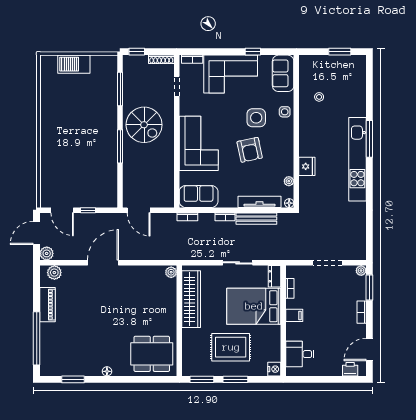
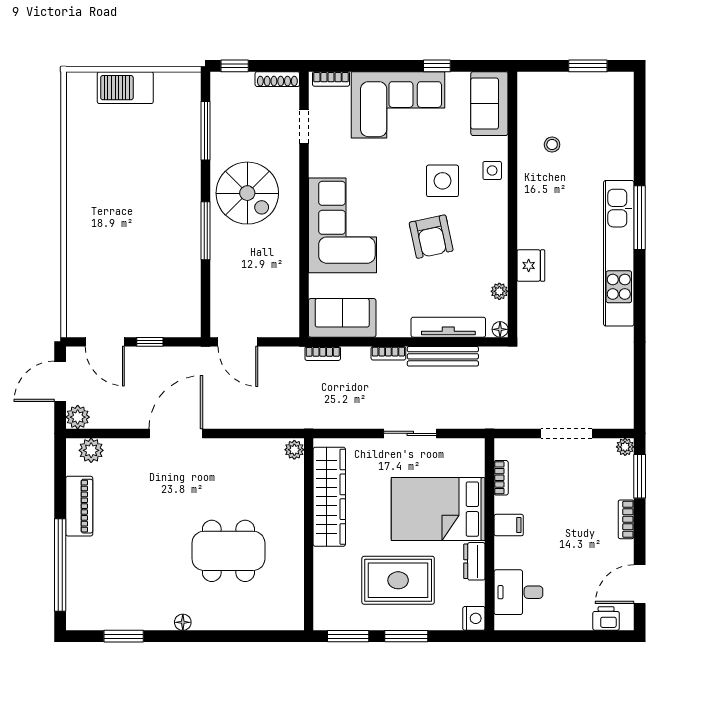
dresser: (274, 276) -> (474, 561), moved
dining table: (152, 354) -> (228, 551), moved

